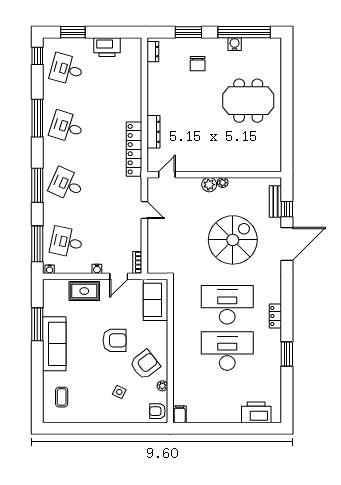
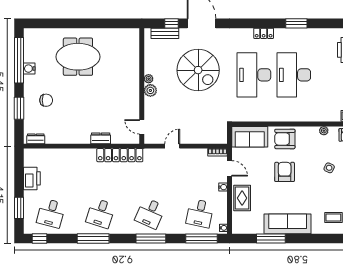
meeting table: (248, 101) -> (78, 57), turned 90
dresser: (154, 132) -> (101, 138), width x0.70
spiral stairs: (233, 240) -> (198, 70), turned 180
armchair: (145, 365) -> (285, 139), moved, turned -52

